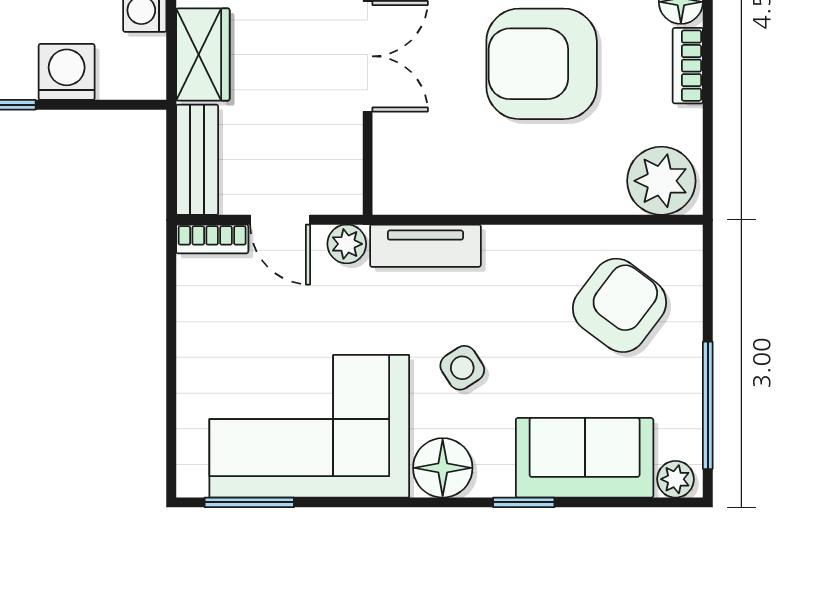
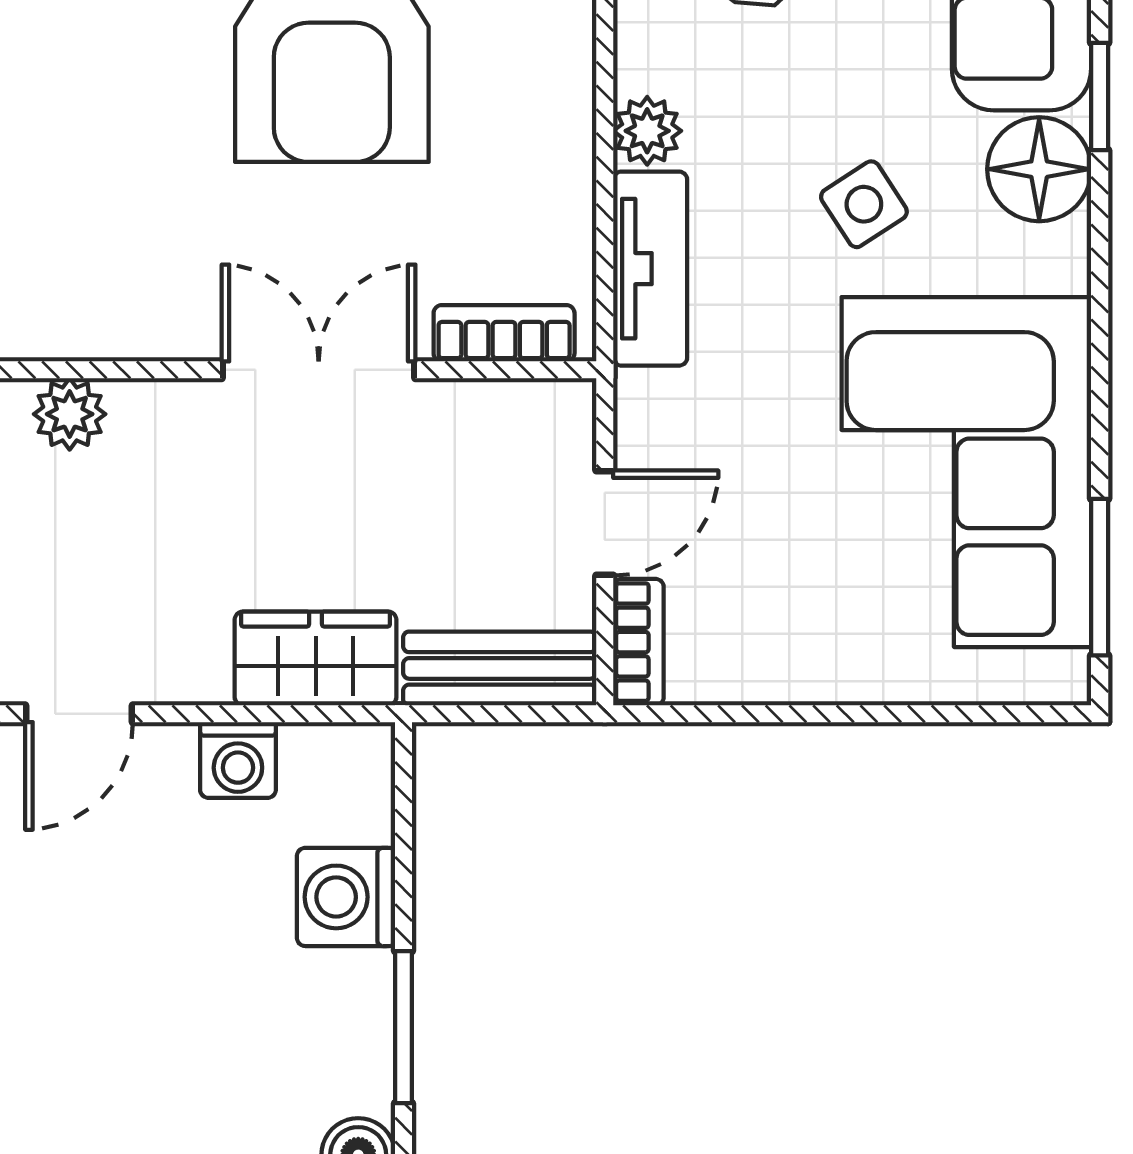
bookcase: (389, 162) -> (504, 333), added
plant: (347, 244) -> (647, 131), moved
floor lamp: (443, 468) -> (1039, 169), moved

